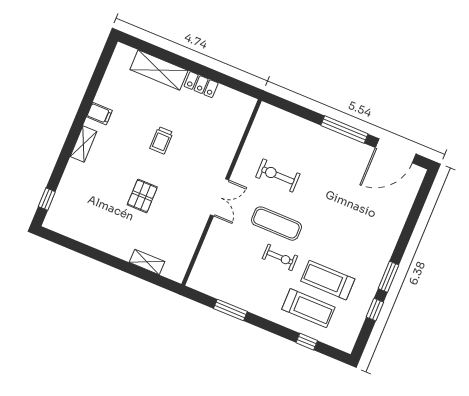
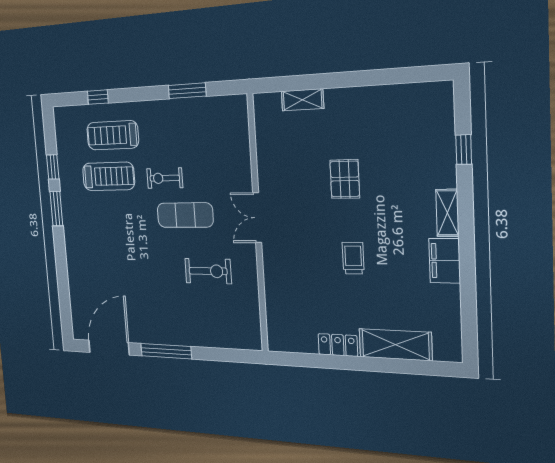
filing cabinet: (99, 114) -> (445, 261), width x2.00
window: (47, 199) -> (464, 149), moved

